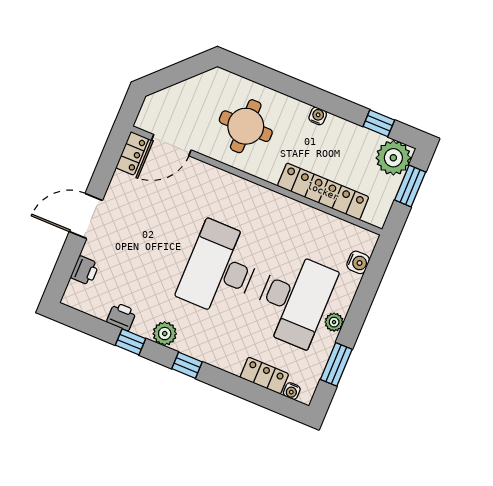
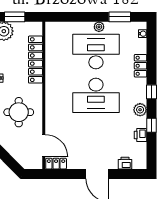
water cooler: (358, 262) -> (64, 27), removed
locker: (264, 376) -> (140, 66), moved

